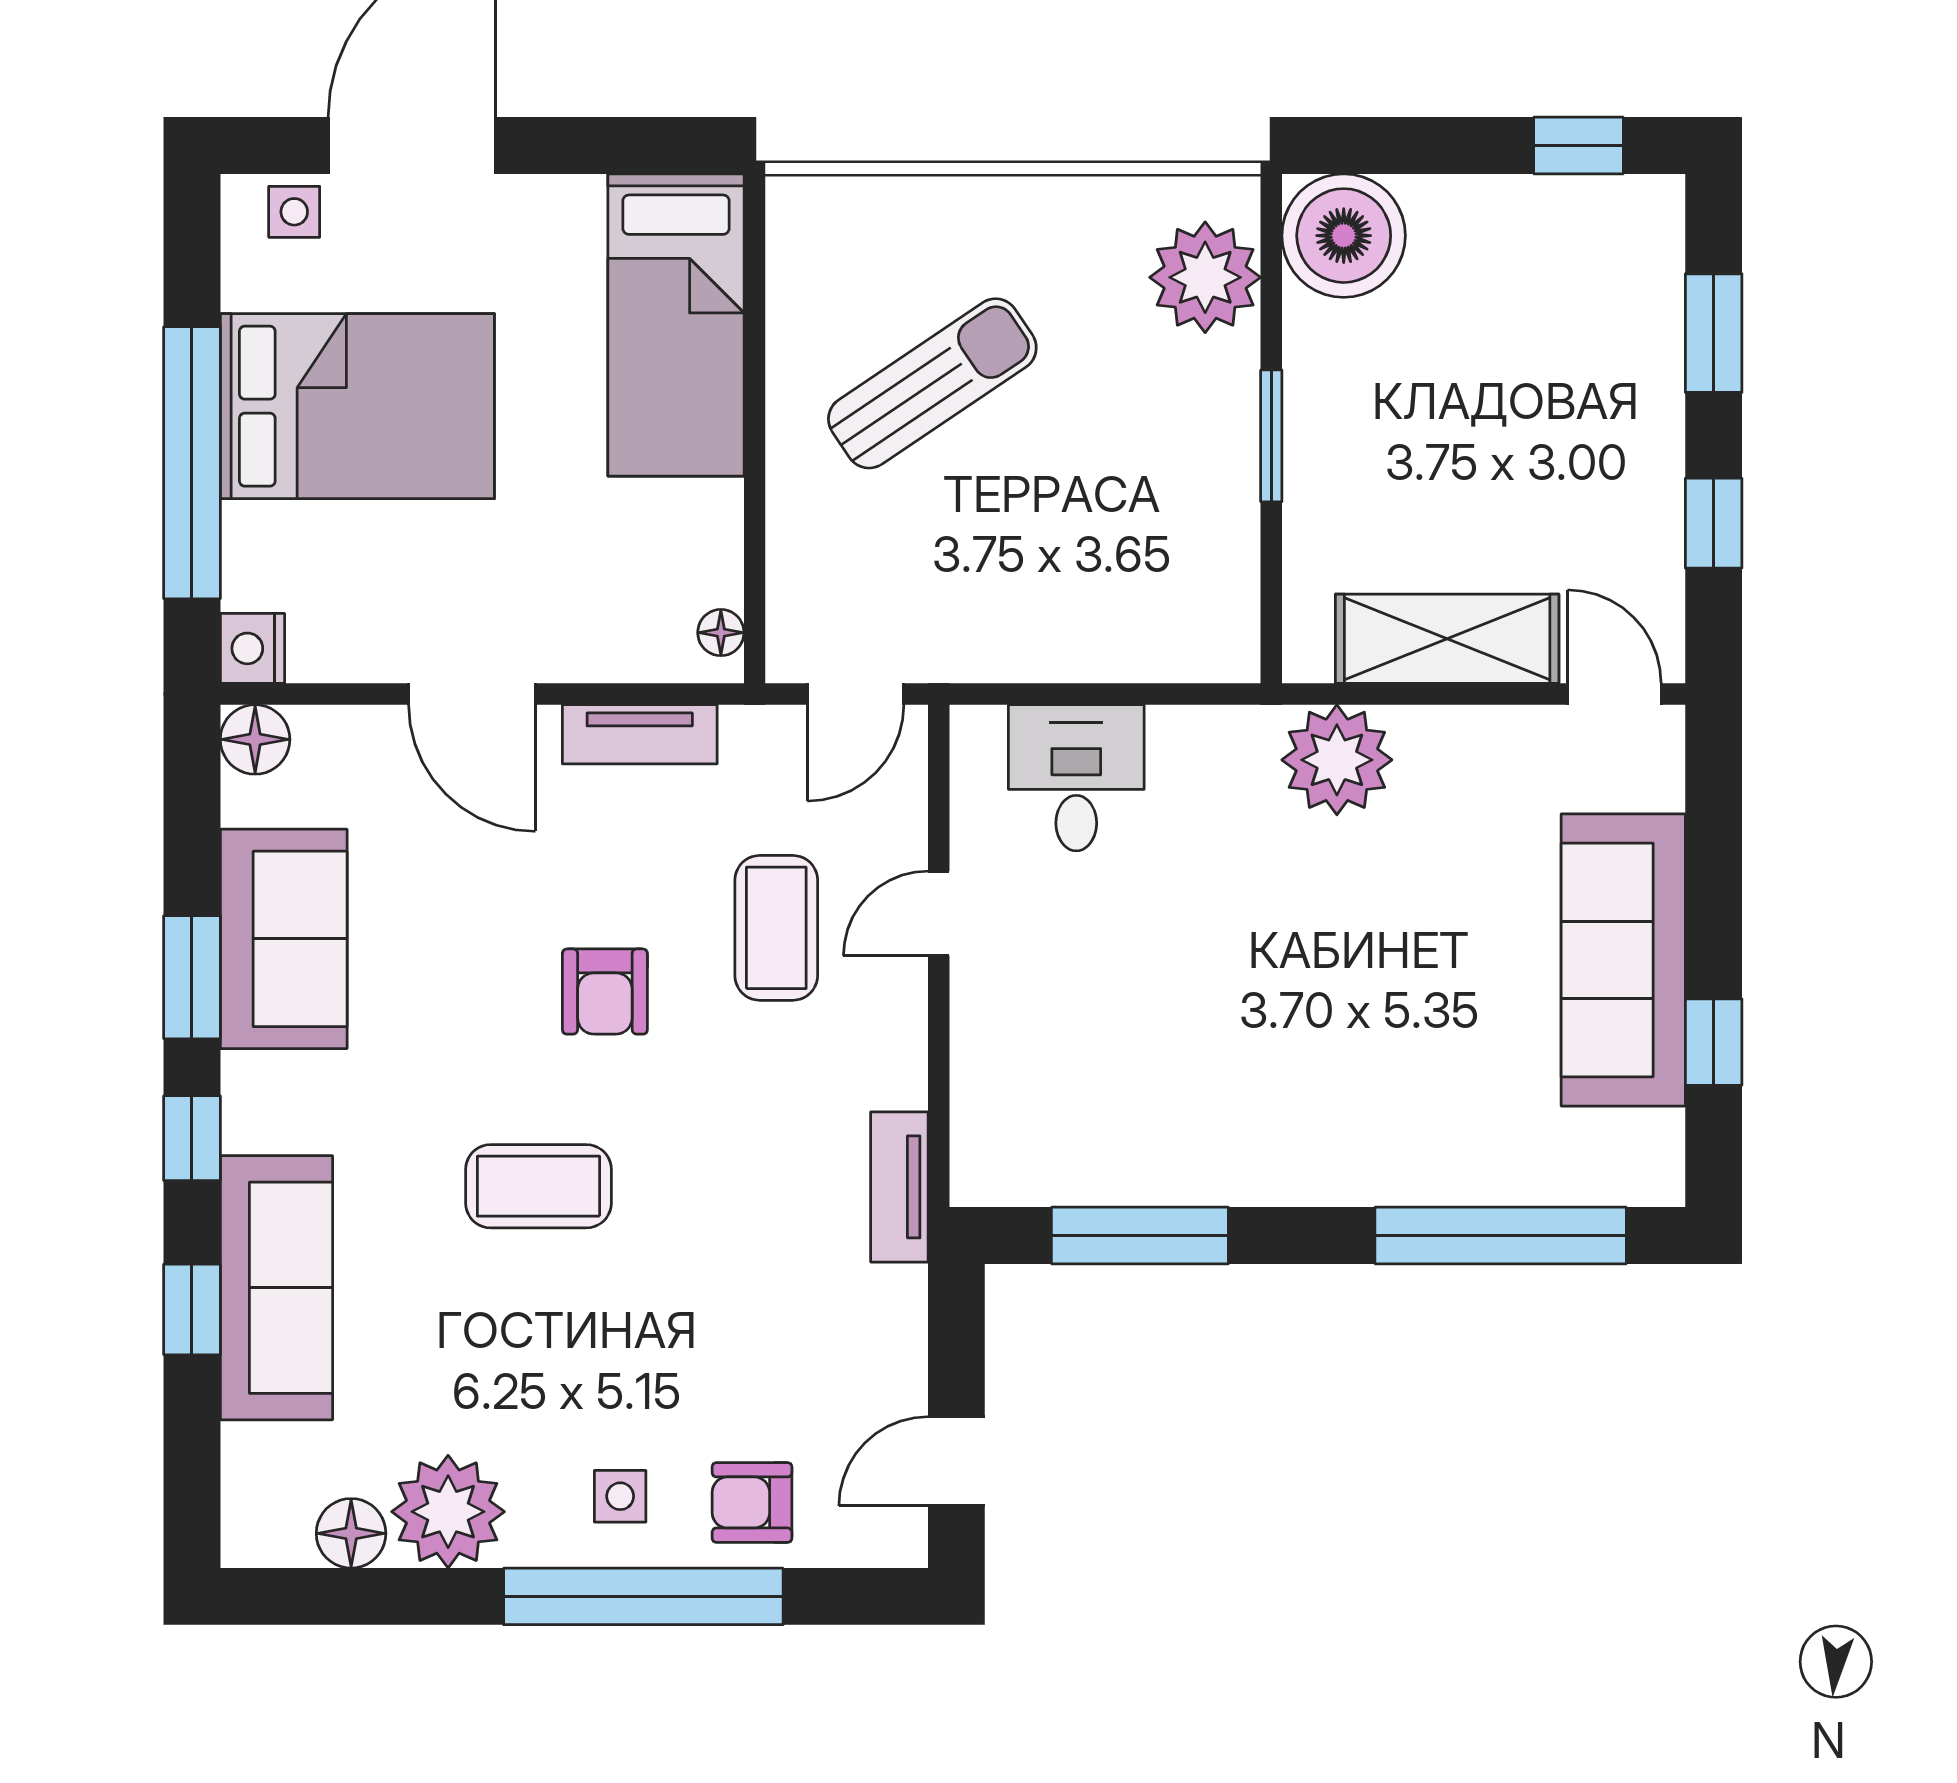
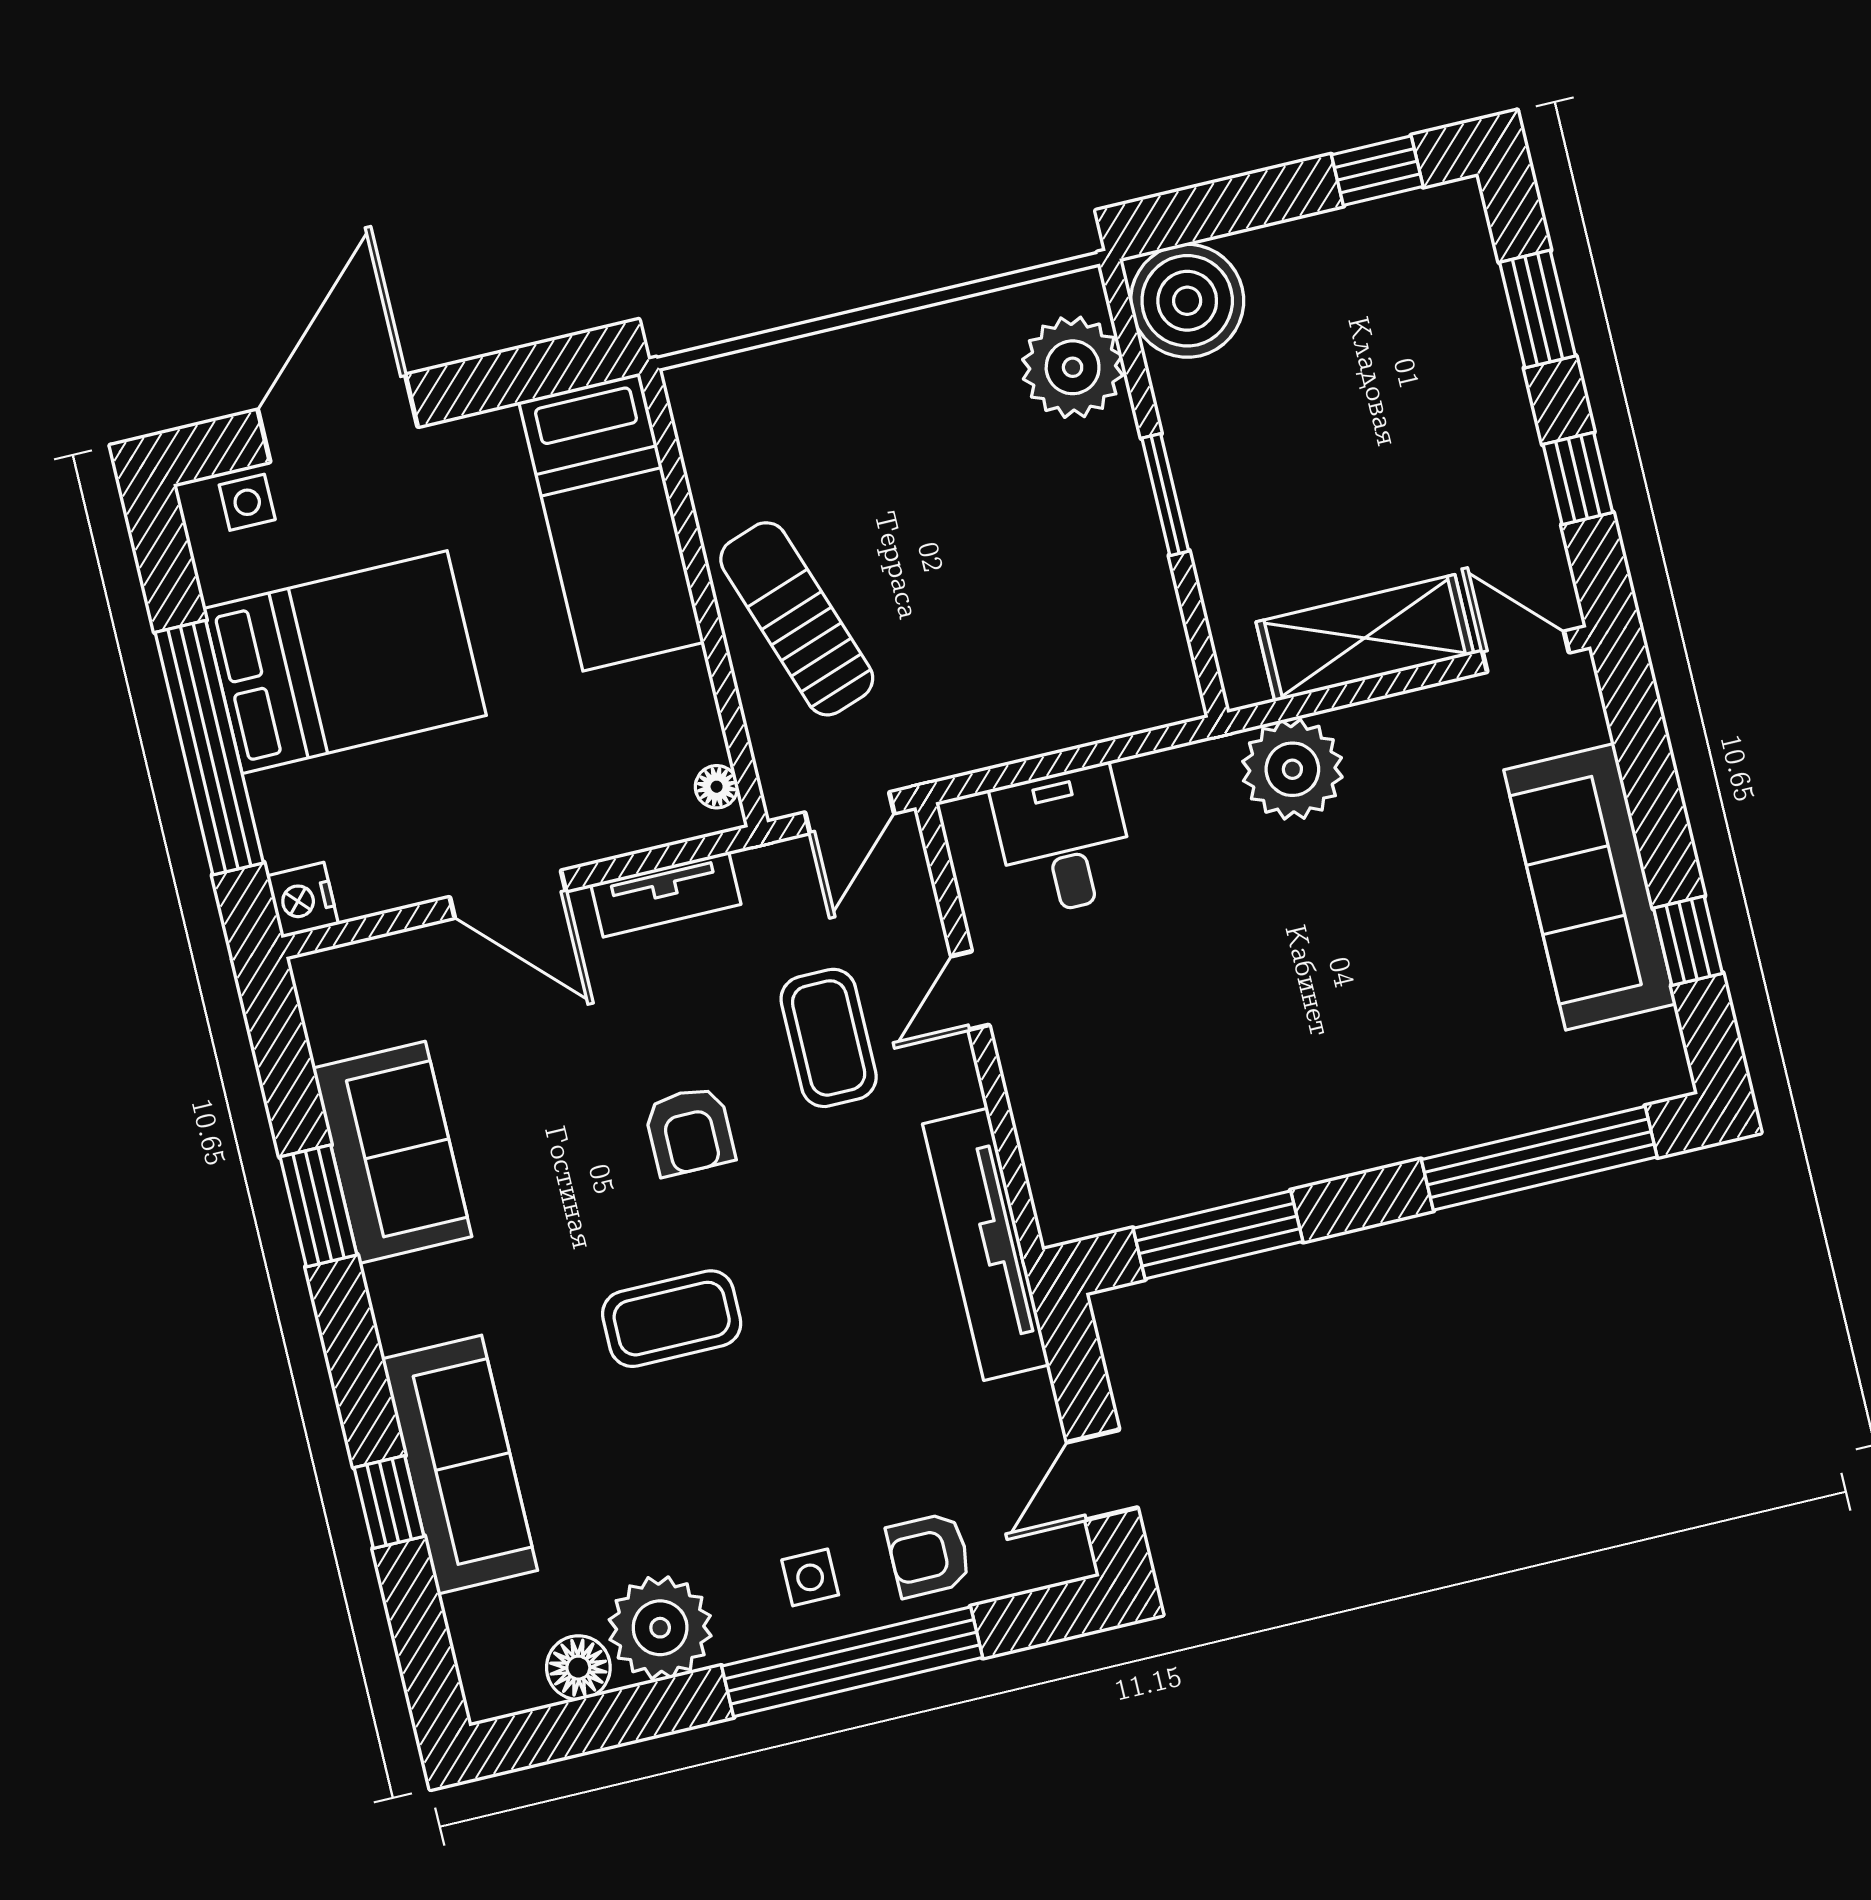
sun lounger: (932, 383) -> (797, 619), moved, turned -75
floor lamp: (255, 739) -> (324, 981), removed
window: (192, 1138) -> (353, 1349), removed
tv unit: (899, 1187) -> (986, 1244), width x1.92, depth x1.29

